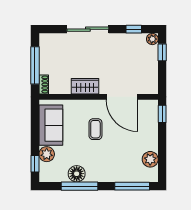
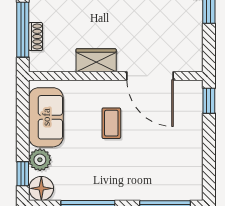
shoe rack: (44, 84) -> (36, 37), moved
plant: (150, 159) -> (191, 167), removed
floor lamp: (77, 174) -> (41, 188), moved

